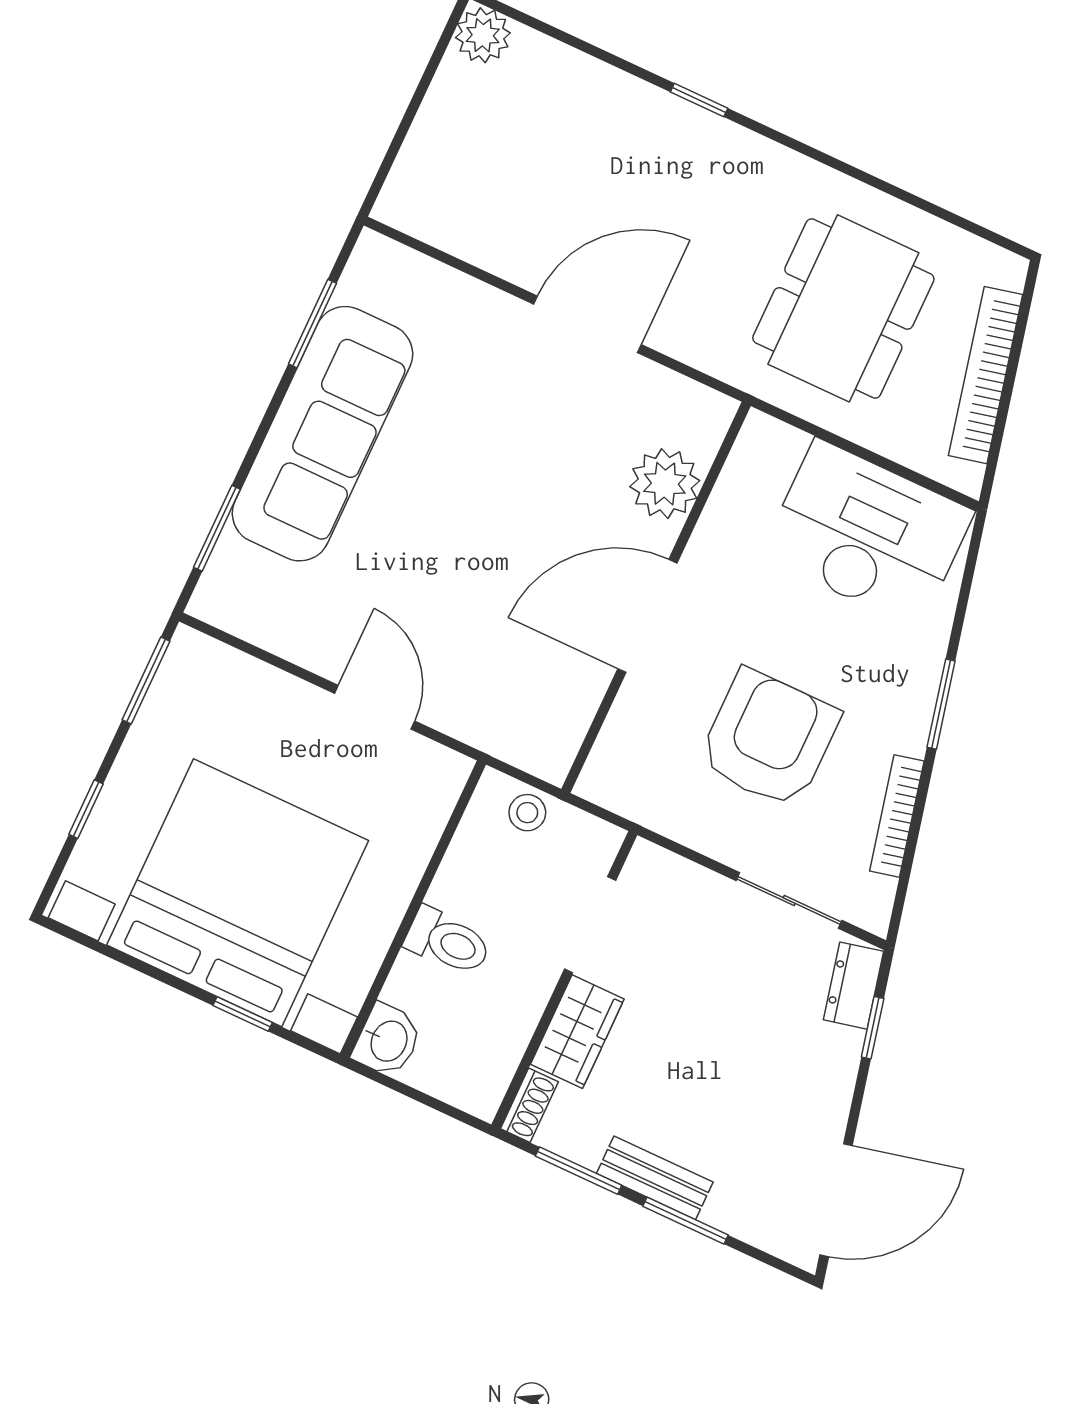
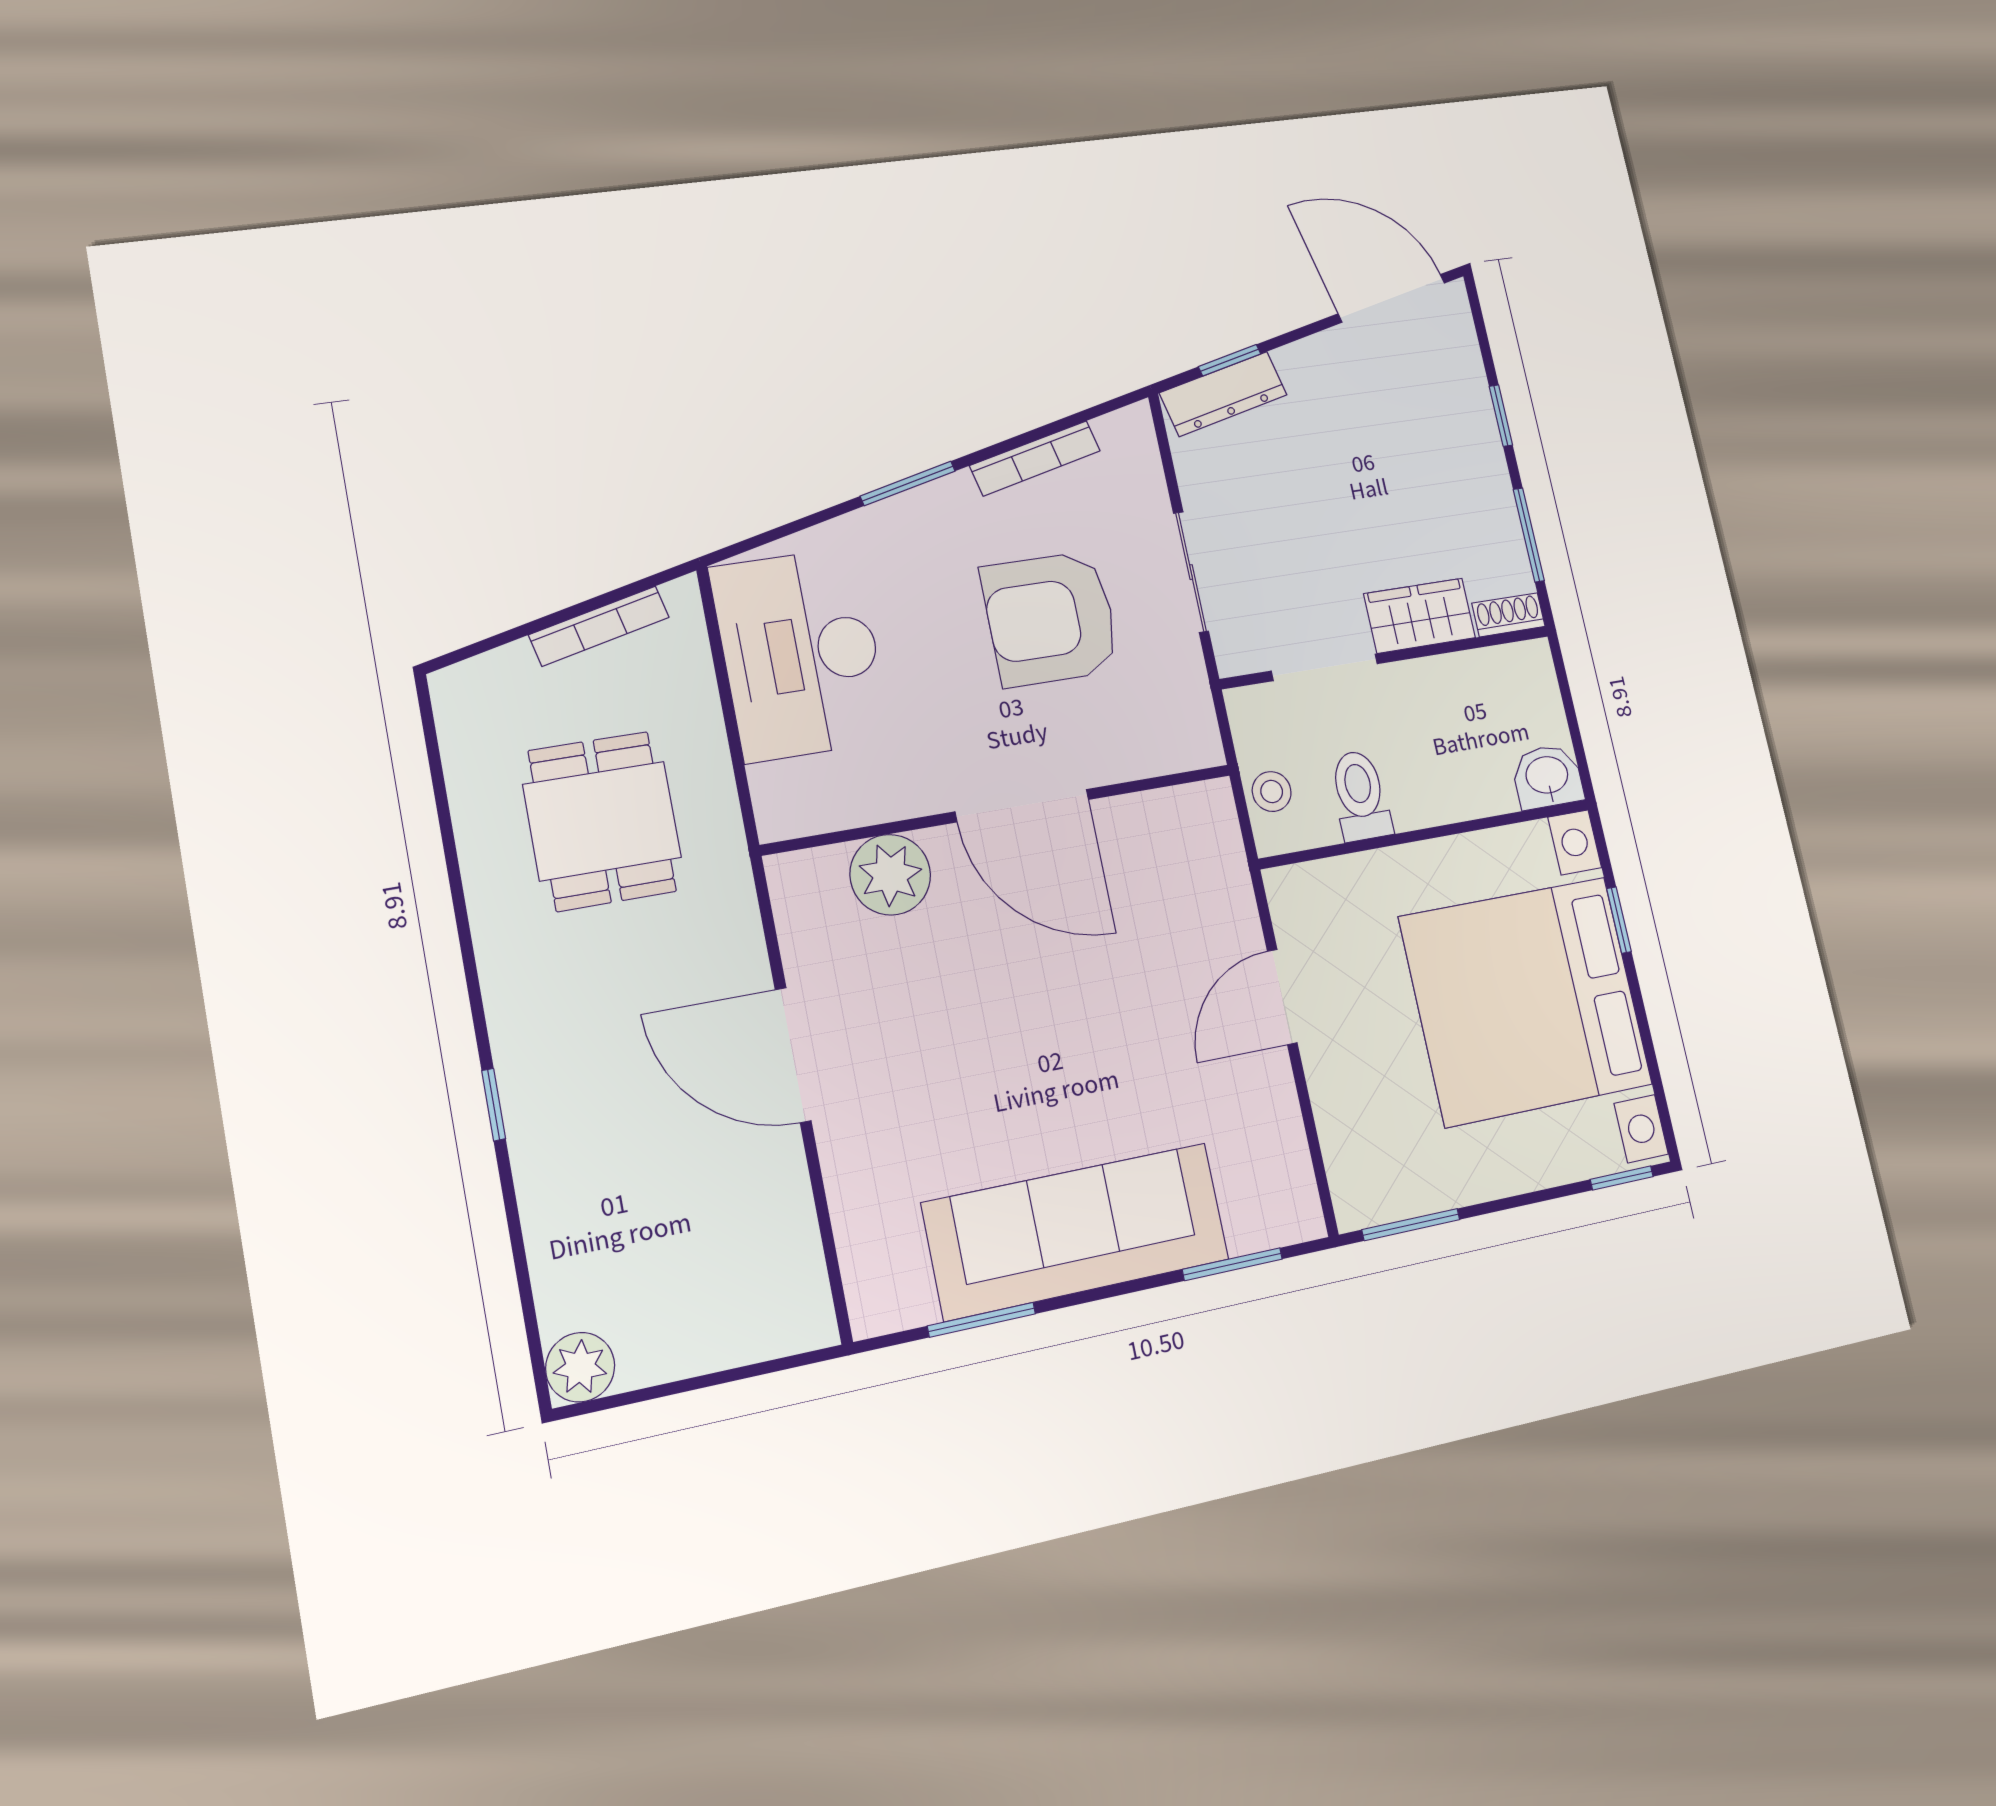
dining table: (843, 308) -> (602, 821), width x0.73
bookcase: (986, 375) -> (599, 626), width x0.68, depth x0.76
window: (86, 809) -> (1622, 1178), moved
sliding door: (789, 901) -> (1191, 572), moved
toilet: (448, 942) -> (1360, 796), moved
dresser: (854, 986) -> (1223, 394), width x1.44
bench: (655, 1178) -> (1487, 466), removed
window: (686, 1221) -> (1501, 416), width x0.67

